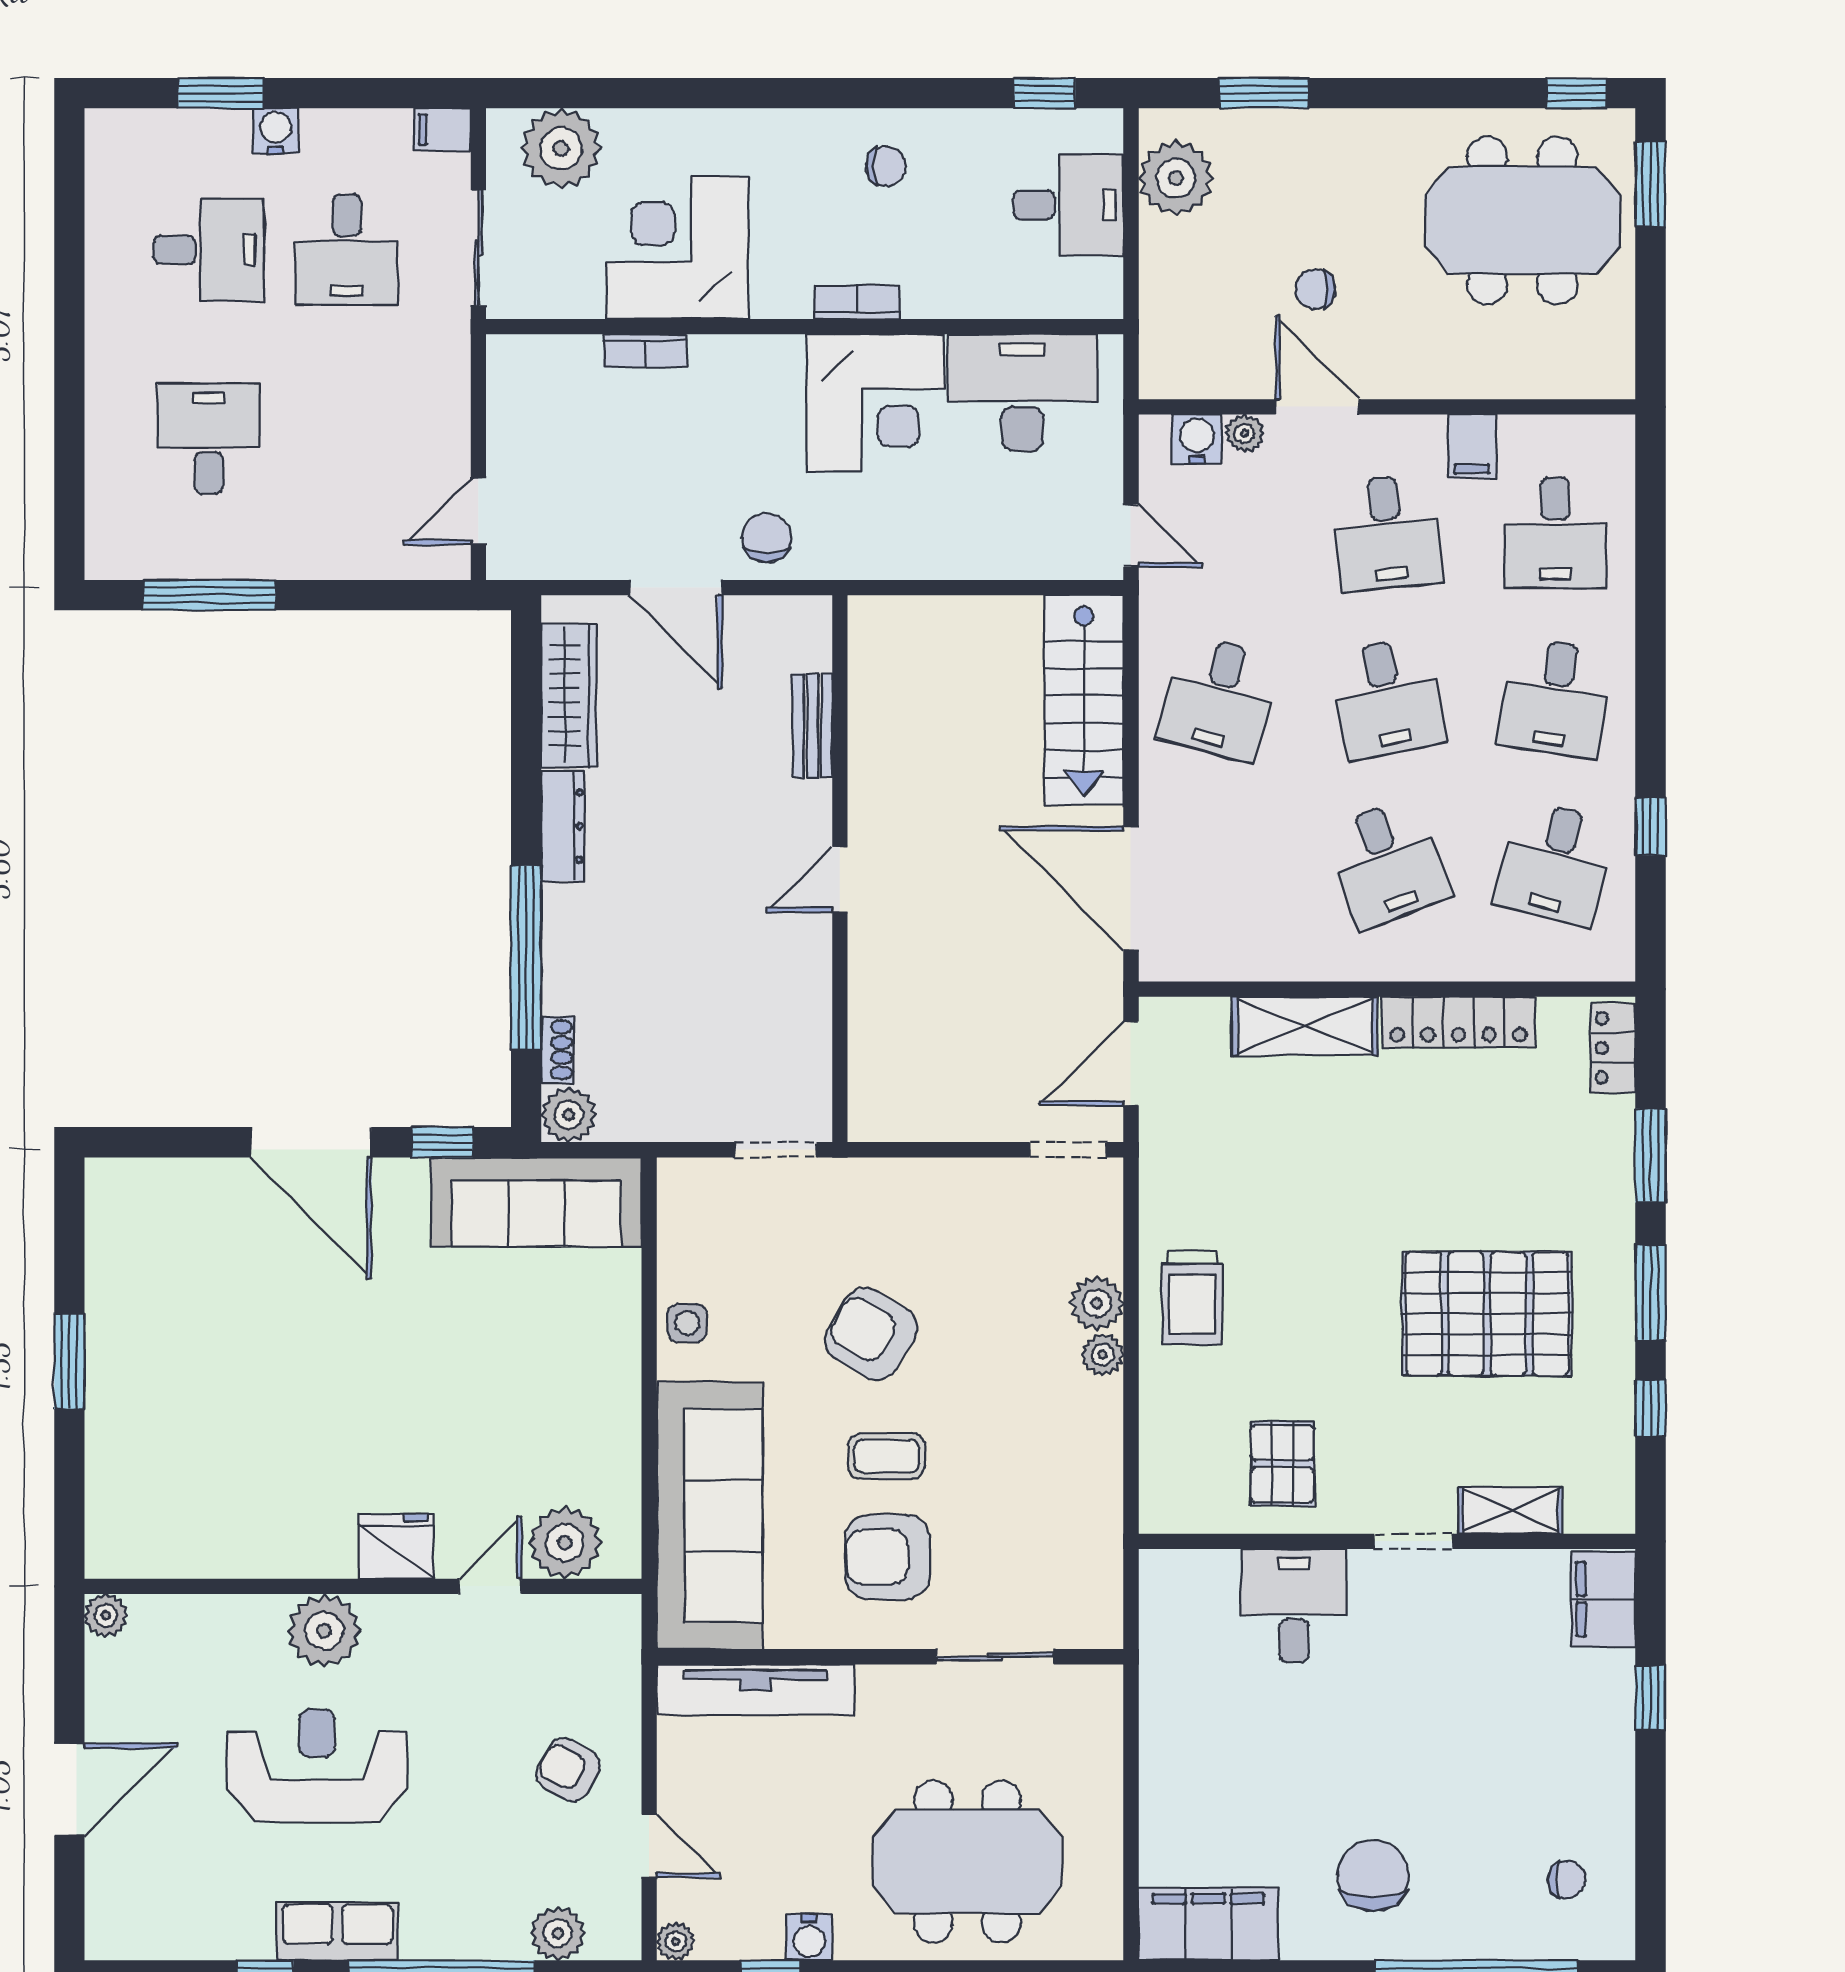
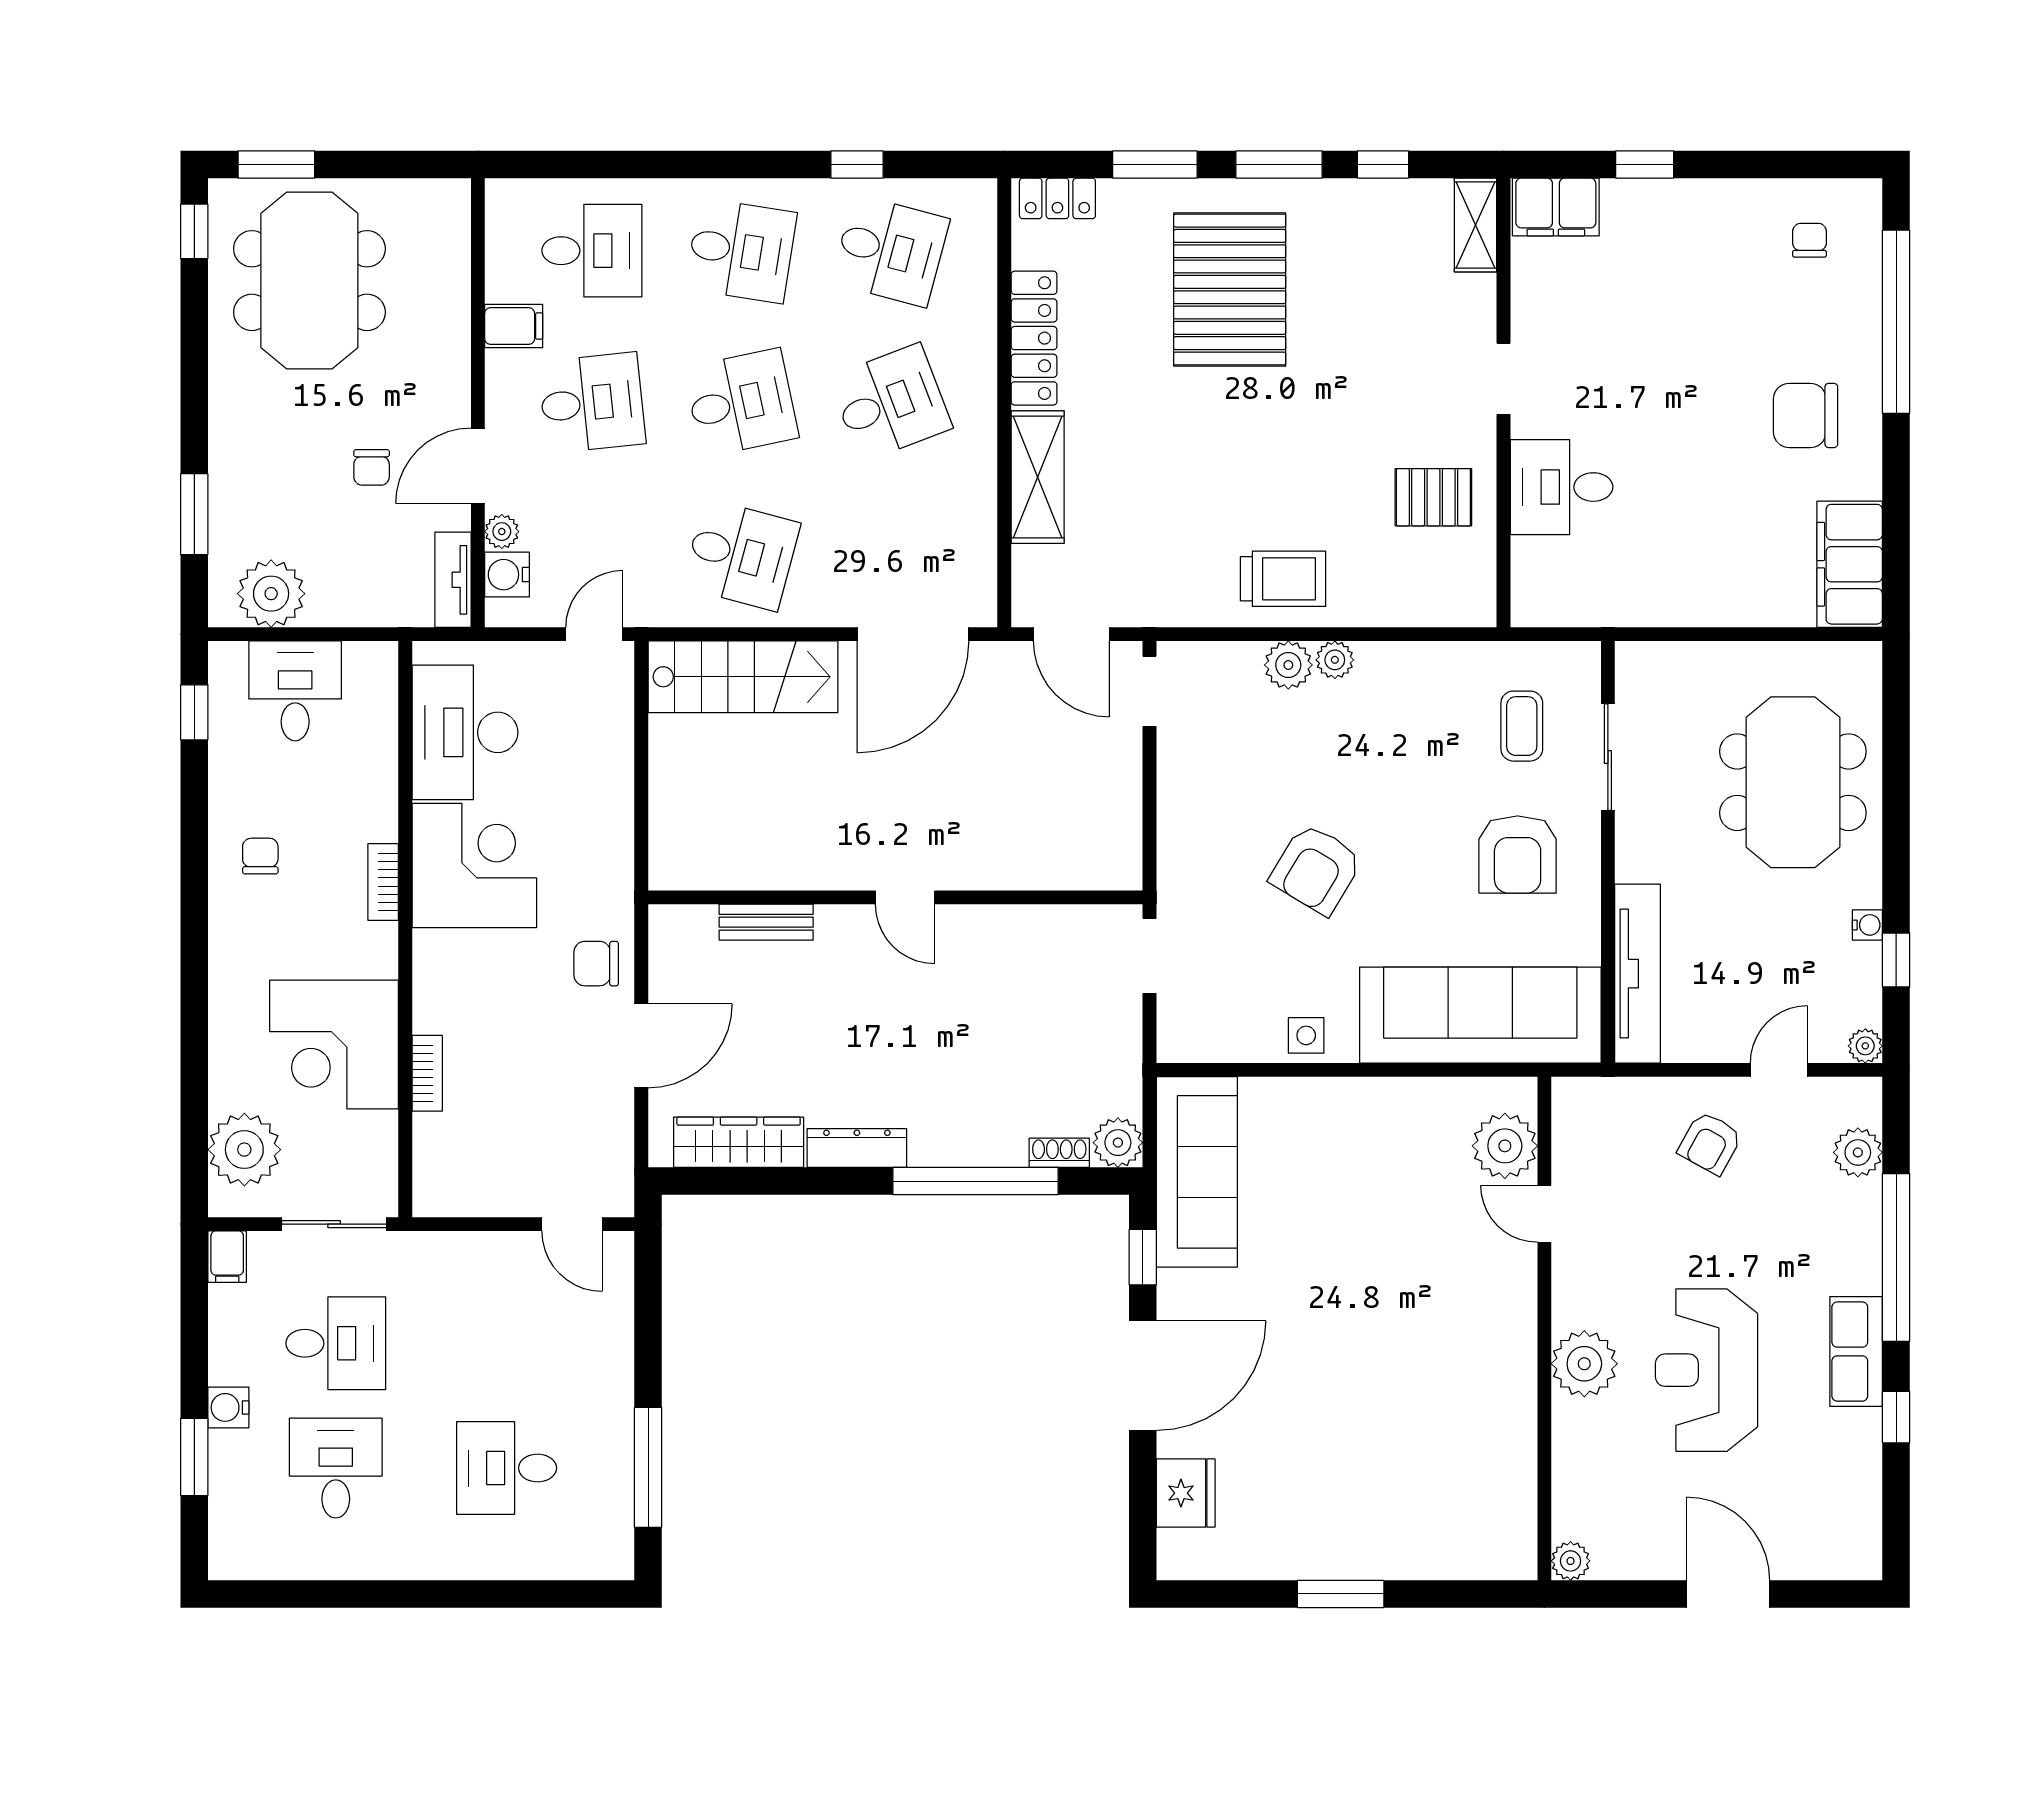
tv unit: (1191, 379) -> (453, 580), added
pallet: (1487, 1314) -> (1230, 290), moved
coffee table: (887, 1456) -> (1522, 726), moved
shelving: (1510, 1510) -> (1476, 225), moved
fridge: (396, 1546) -> (1186, 1493), moved, turned 180
water cooler: (809, 1937) -> (1867, 925), width x0.72, depth x0.72

